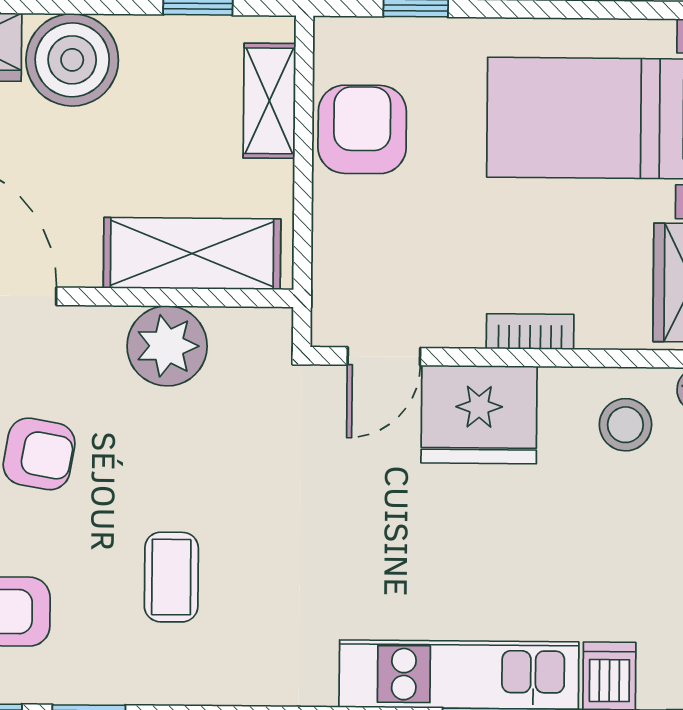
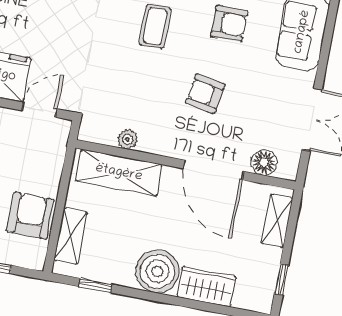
armchair: (362, 129) -> (30, 215), turned 180
plant: (167, 346) -> (128, 139), width x0.53, depth x0.53

